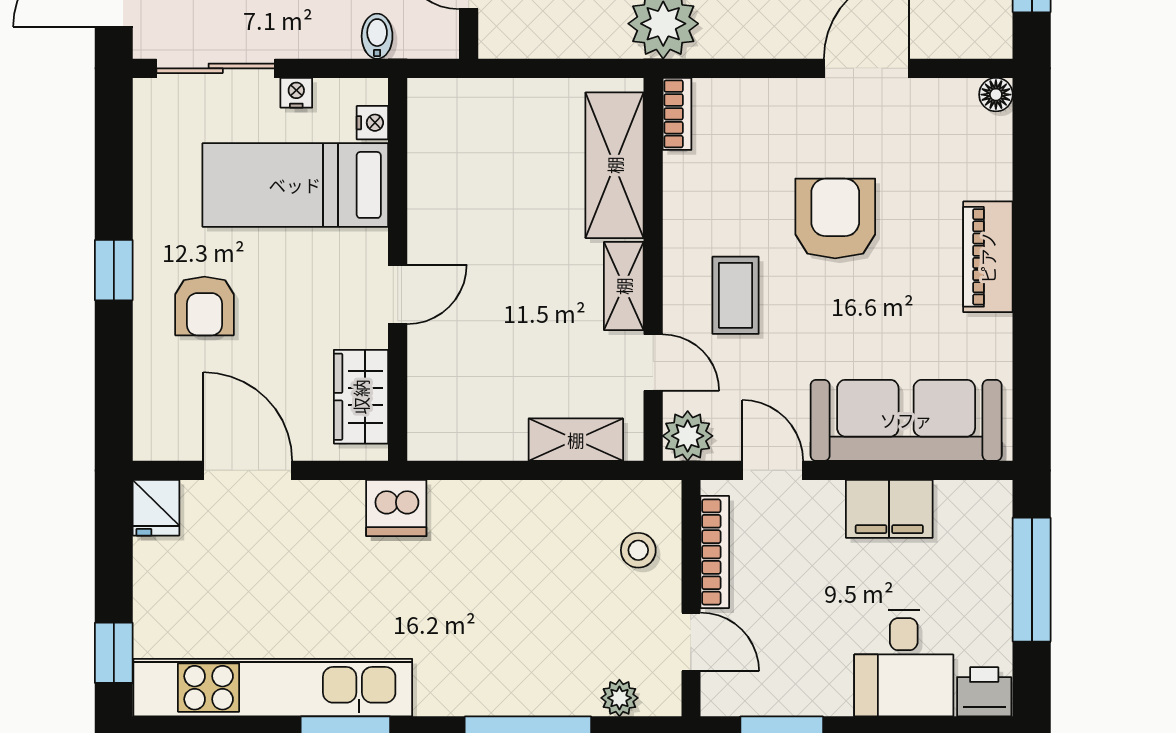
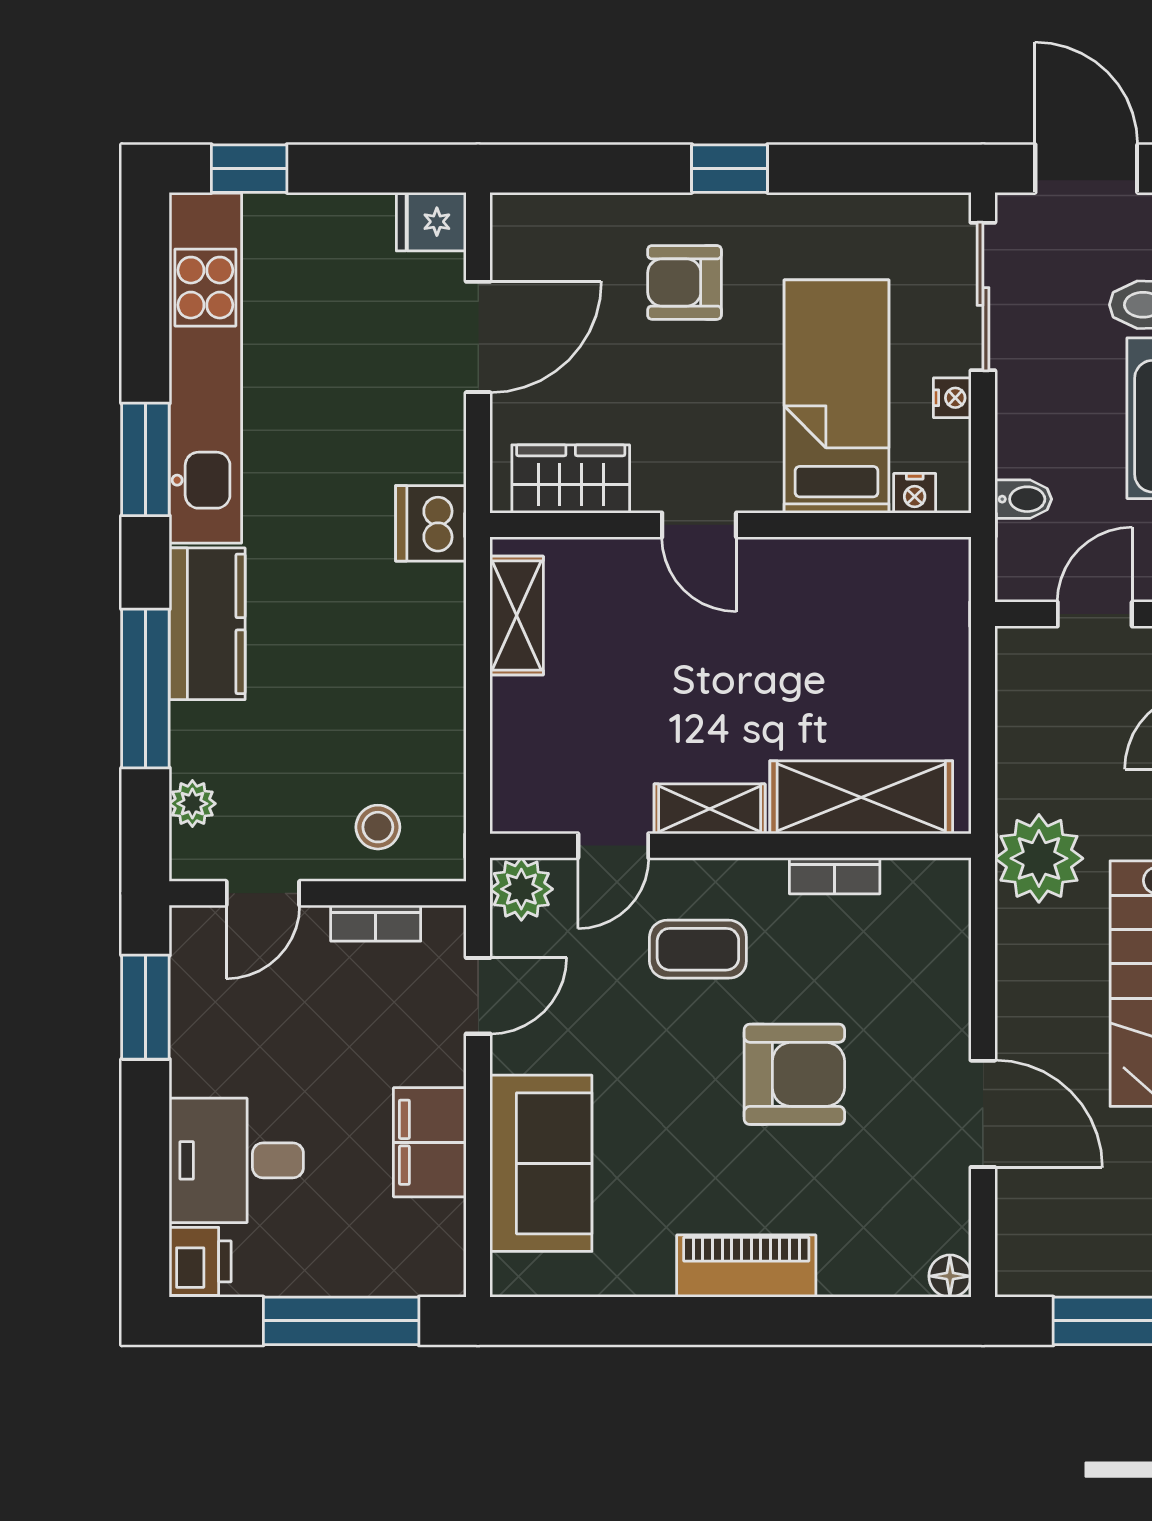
bookcase: (677, 114) -> (835, 876), moved
sofa: (906, 420) -> (541, 1163), width x0.73
shelving: (576, 440) -> (517, 616), moved
bookcase: (715, 552) -> (376, 923), width x0.64
kitchen counter: (476, 686) -> (207, 624), added

